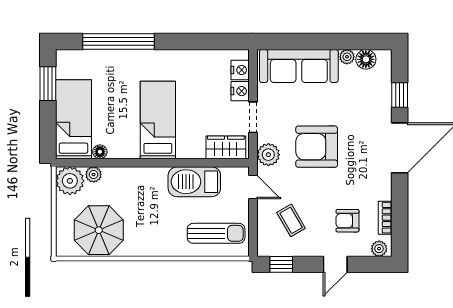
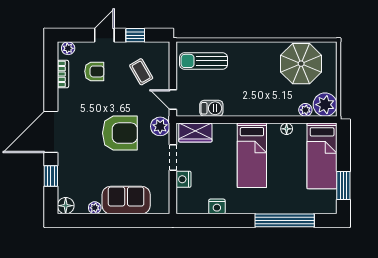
floor lamp: (366, 59) -> (66, 206), moved
sofa: (299, 66) -> (126, 200), width x0.73
nightstand: (240, 70) -> (217, 206), moved, turned -90
floor lamp: (100, 152) -> (287, 129), moved
barbecue: (194, 182) -> (211, 108), width x0.53, depth x0.65
window: (281, 264) -> (135, 35), moved

